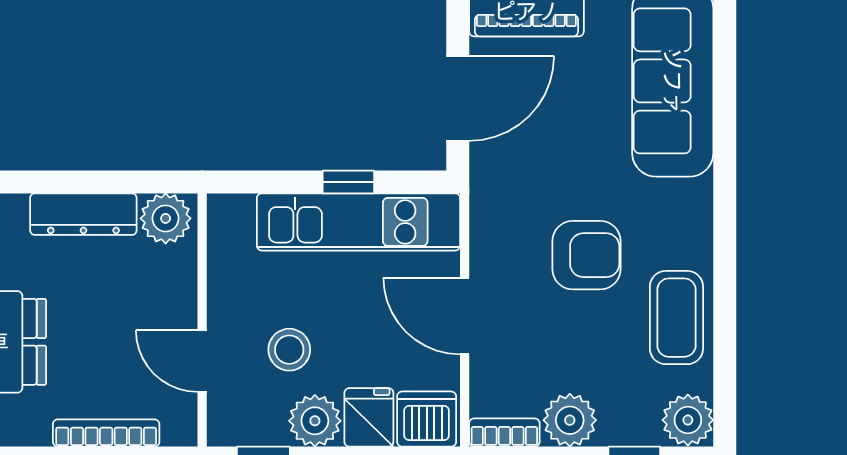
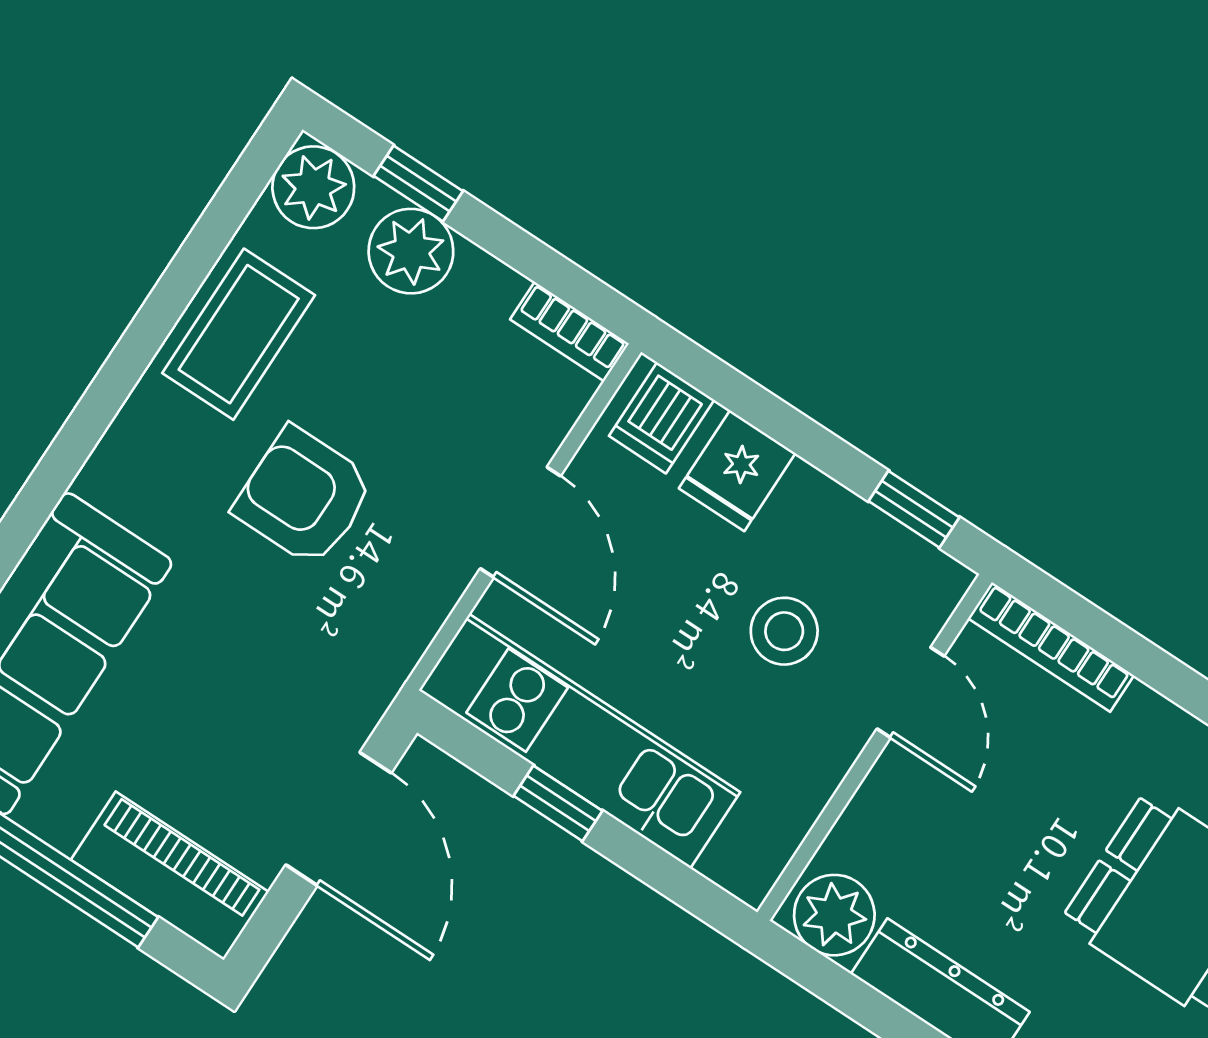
door: (458, 98) -> (338, 819), swing flipped
dishwasher: (427, 419) -> (662, 418), width x0.73
plant: (570, 420) -> (411, 251), moved
plant: (315, 421) -> (812, 514), removed
bookcase: (106, 433) -> (1051, 647), moved

